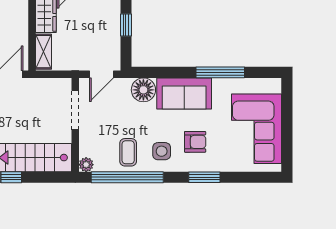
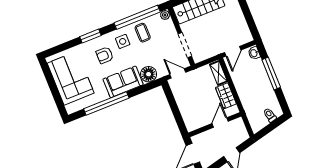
window: (126, 25) -> (175, 109), removed
window: (220, 72) -> (106, 103), width x1.46
door: (101, 74) -> (178, 73), hinge flipped

